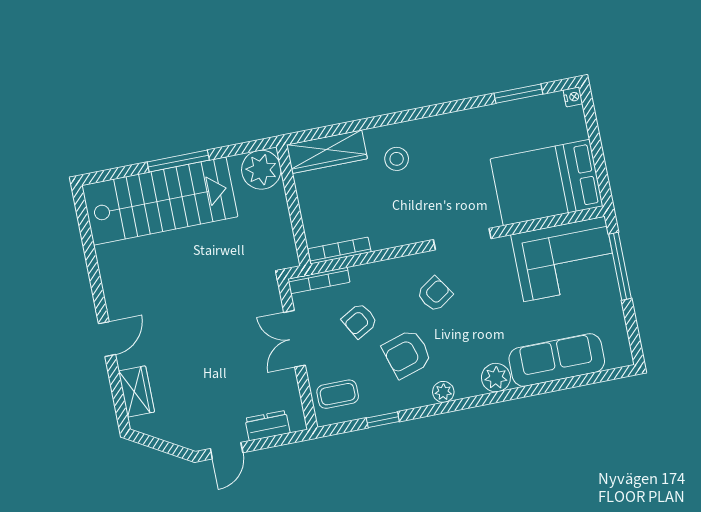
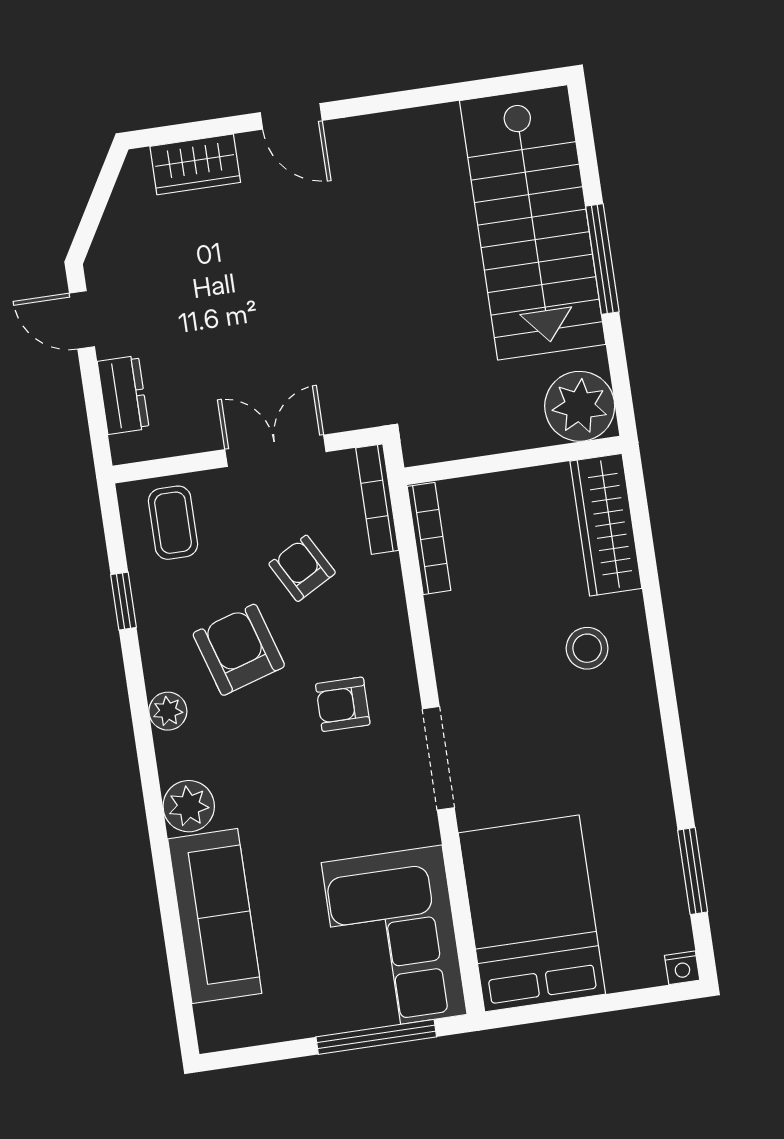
armchair: (435, 294) -> (343, 704), turned 124

